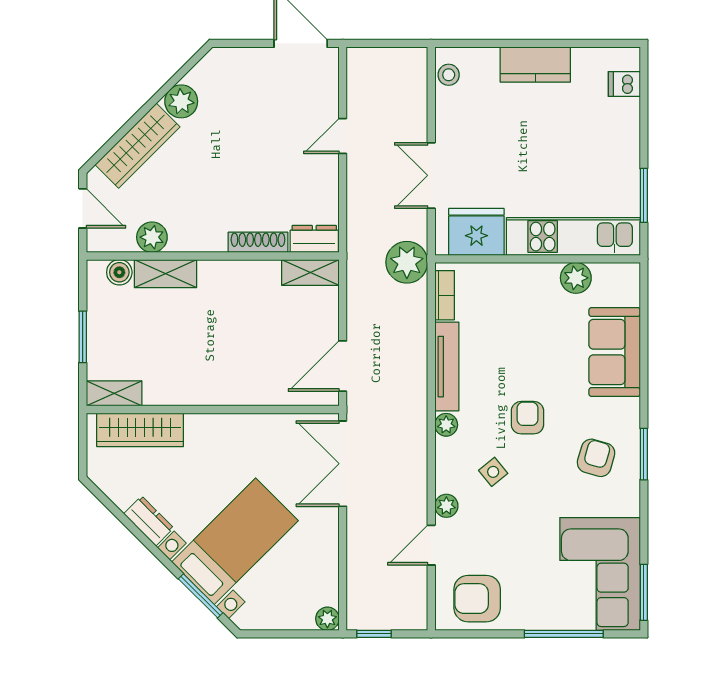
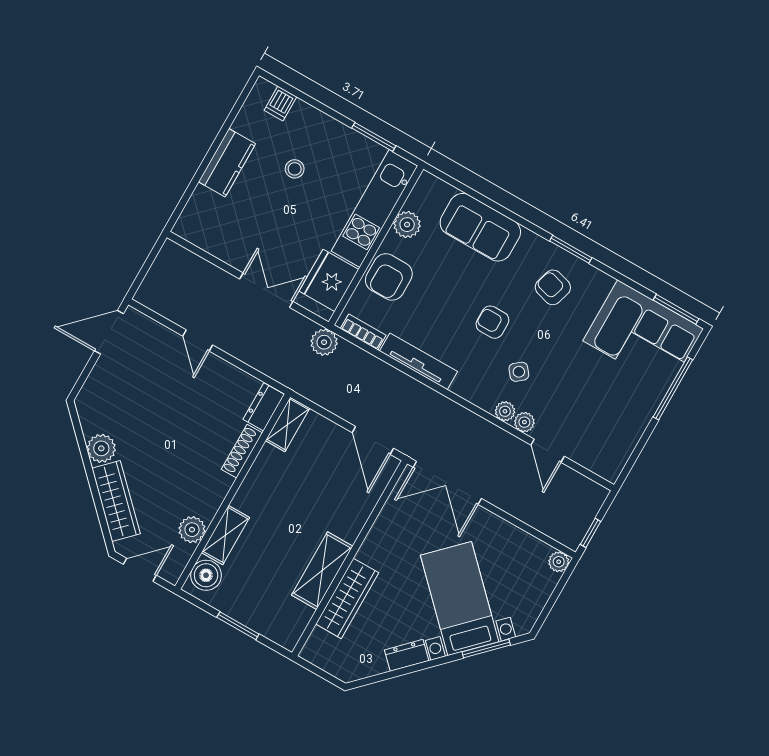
stool: (449, 75) -> (295, 169), moved
double door: (431, 175) -> (266, 290), swing flipped
plant: (407, 262) -> (324, 342), width x0.73, depth x0.73
boiler: (119, 272) -> (206, 575), width x1.36, depth x1.36
shelving: (114, 393) -> (322, 571), moved, width x1.50, depth x1.33
plant: (446, 425) -> (505, 411), moved
wardrobe: (140, 430) -> (347, 598), moved
armchair: (477, 599) -> (389, 277), moved

